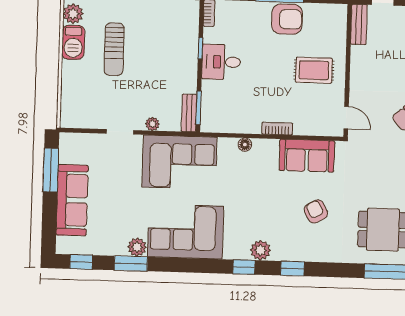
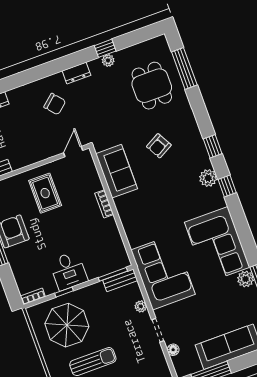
parasol: (164, 37) -> (67, 325), added
floor lamp: (245, 145) -> (173, 350), moved

